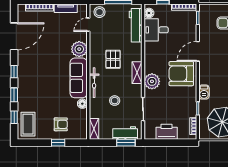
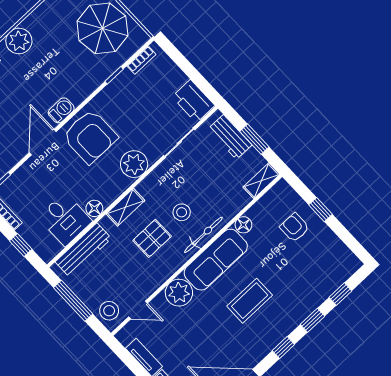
floor lamp: (149, 13) -> (94, 208), moved
door: (198, 51) -> (43, 142), swing flipped
shelving: (137, 73) -> (126, 207), moved
barbecue: (204, 92) -> (61, 110), moved
stool: (115, 101) -> (182, 212), moved
coffee table: (28, 124) -> (250, 301), moved
printer: (167, 132) -> (193, 101), moved
window: (126, 143) -> (254, 139), moved

